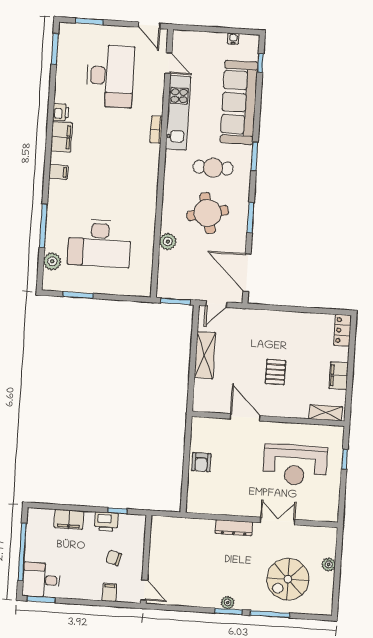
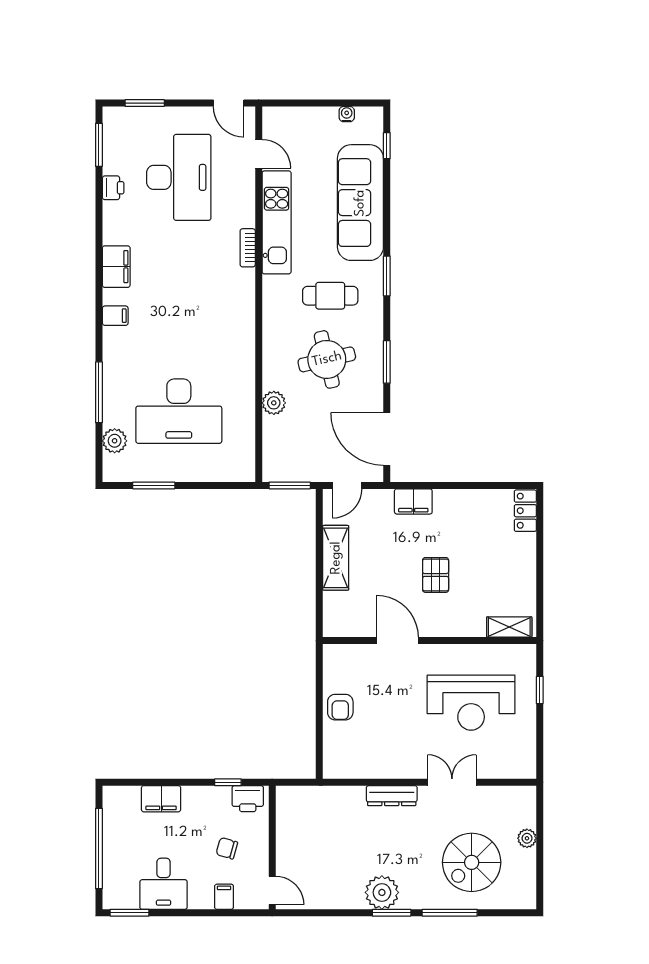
printer: (61, 112) -> (113, 188), moved
filing cabinet: (339, 376) -> (413, 501), moved, turned -90
printer: (106, 522) -> (248, 799), moved
desk: (41, 580) -> (164, 884), moved, turned -90
plant: (228, 603) -> (382, 892), width x1.88, depth x1.88

